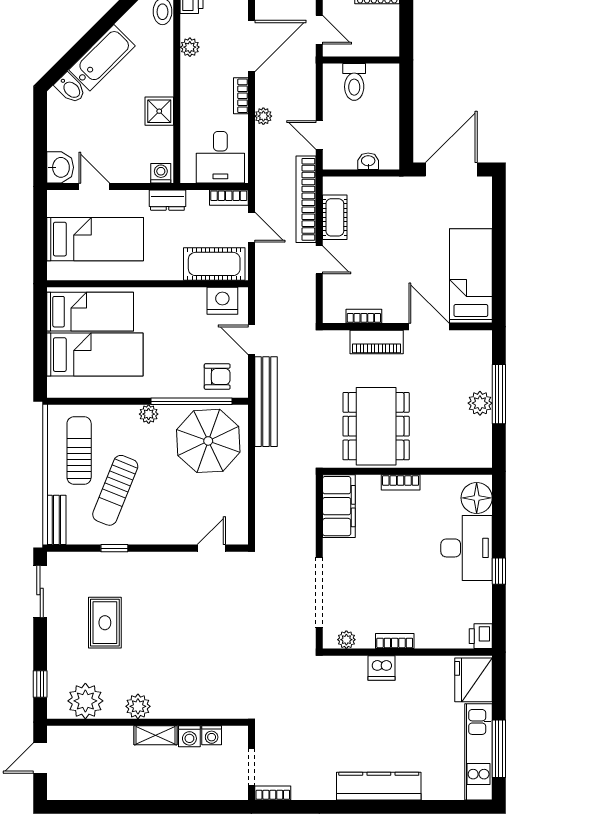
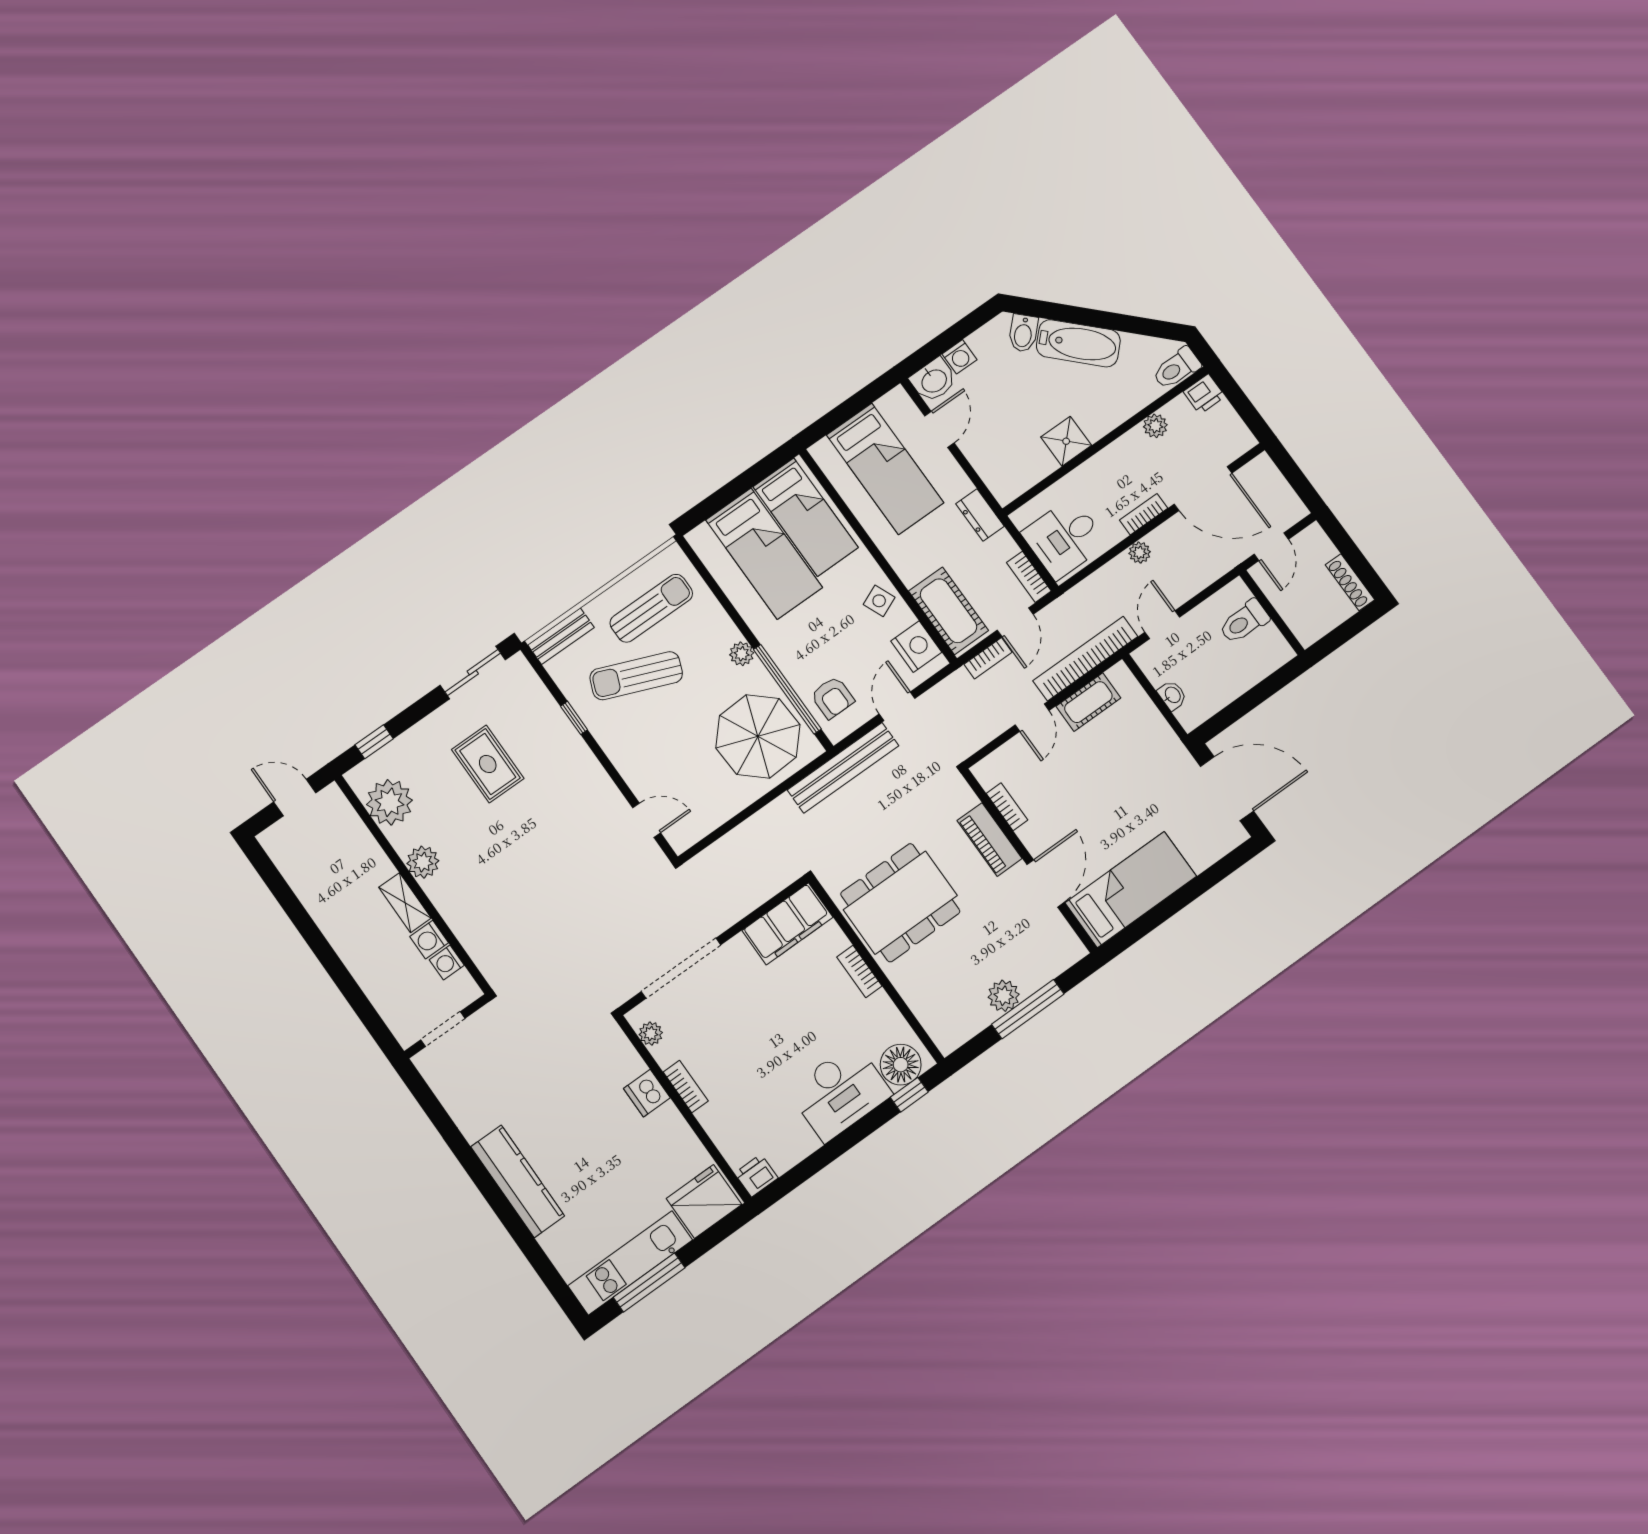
washing machine: (161, 173) -> (959, 357), moved, turned 90
side table: (177, 303) -> (879, 601), added
window: (499, 571) -> (909, 1095), moved
rug: (105, 623) -> (488, 764), turned 90
bookcase: (273, 793) -> (988, 658), moved, turned 90

